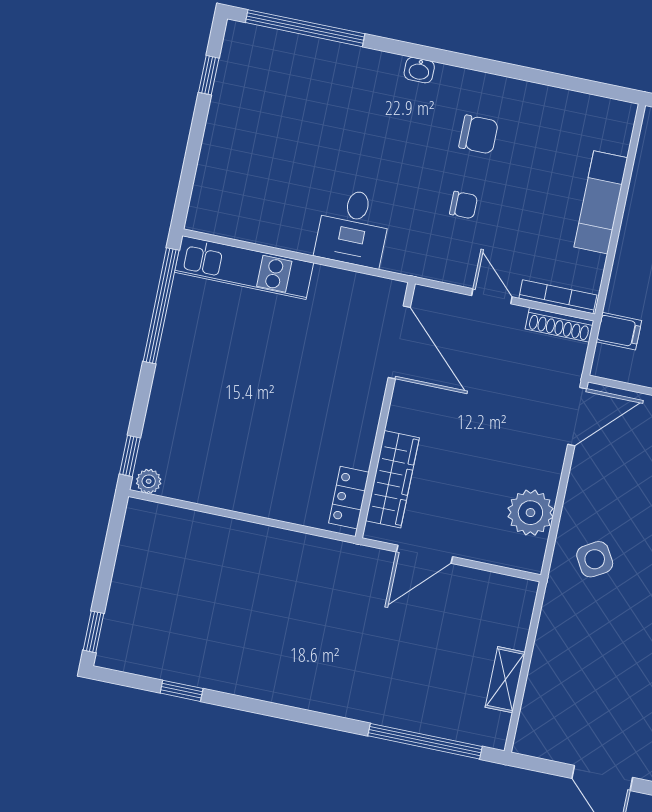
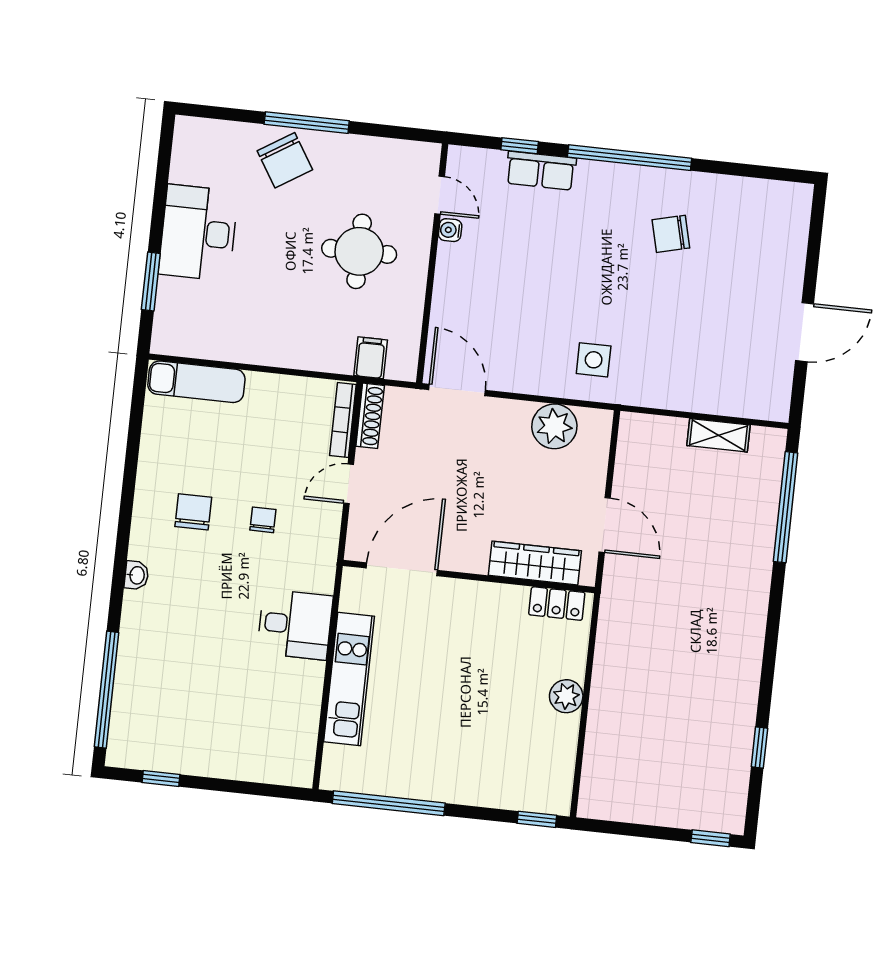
exam couch: (601, 202) -> (196, 382), moved
kitchen unit: (244, 268) -> (349, 679), moved
plant: (149, 481) -> (566, 696), moved, width x1.38, depth x1.38
side table: (595, 559) -> (594, 360), turned 30

